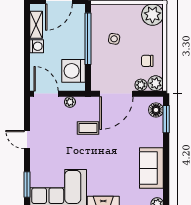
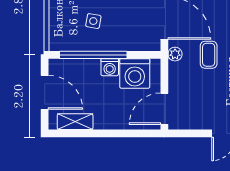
washing machine: (37, 46) -> (110, 67), moved, turned 180
plant: (70, 102) -> (175, 54), moved

